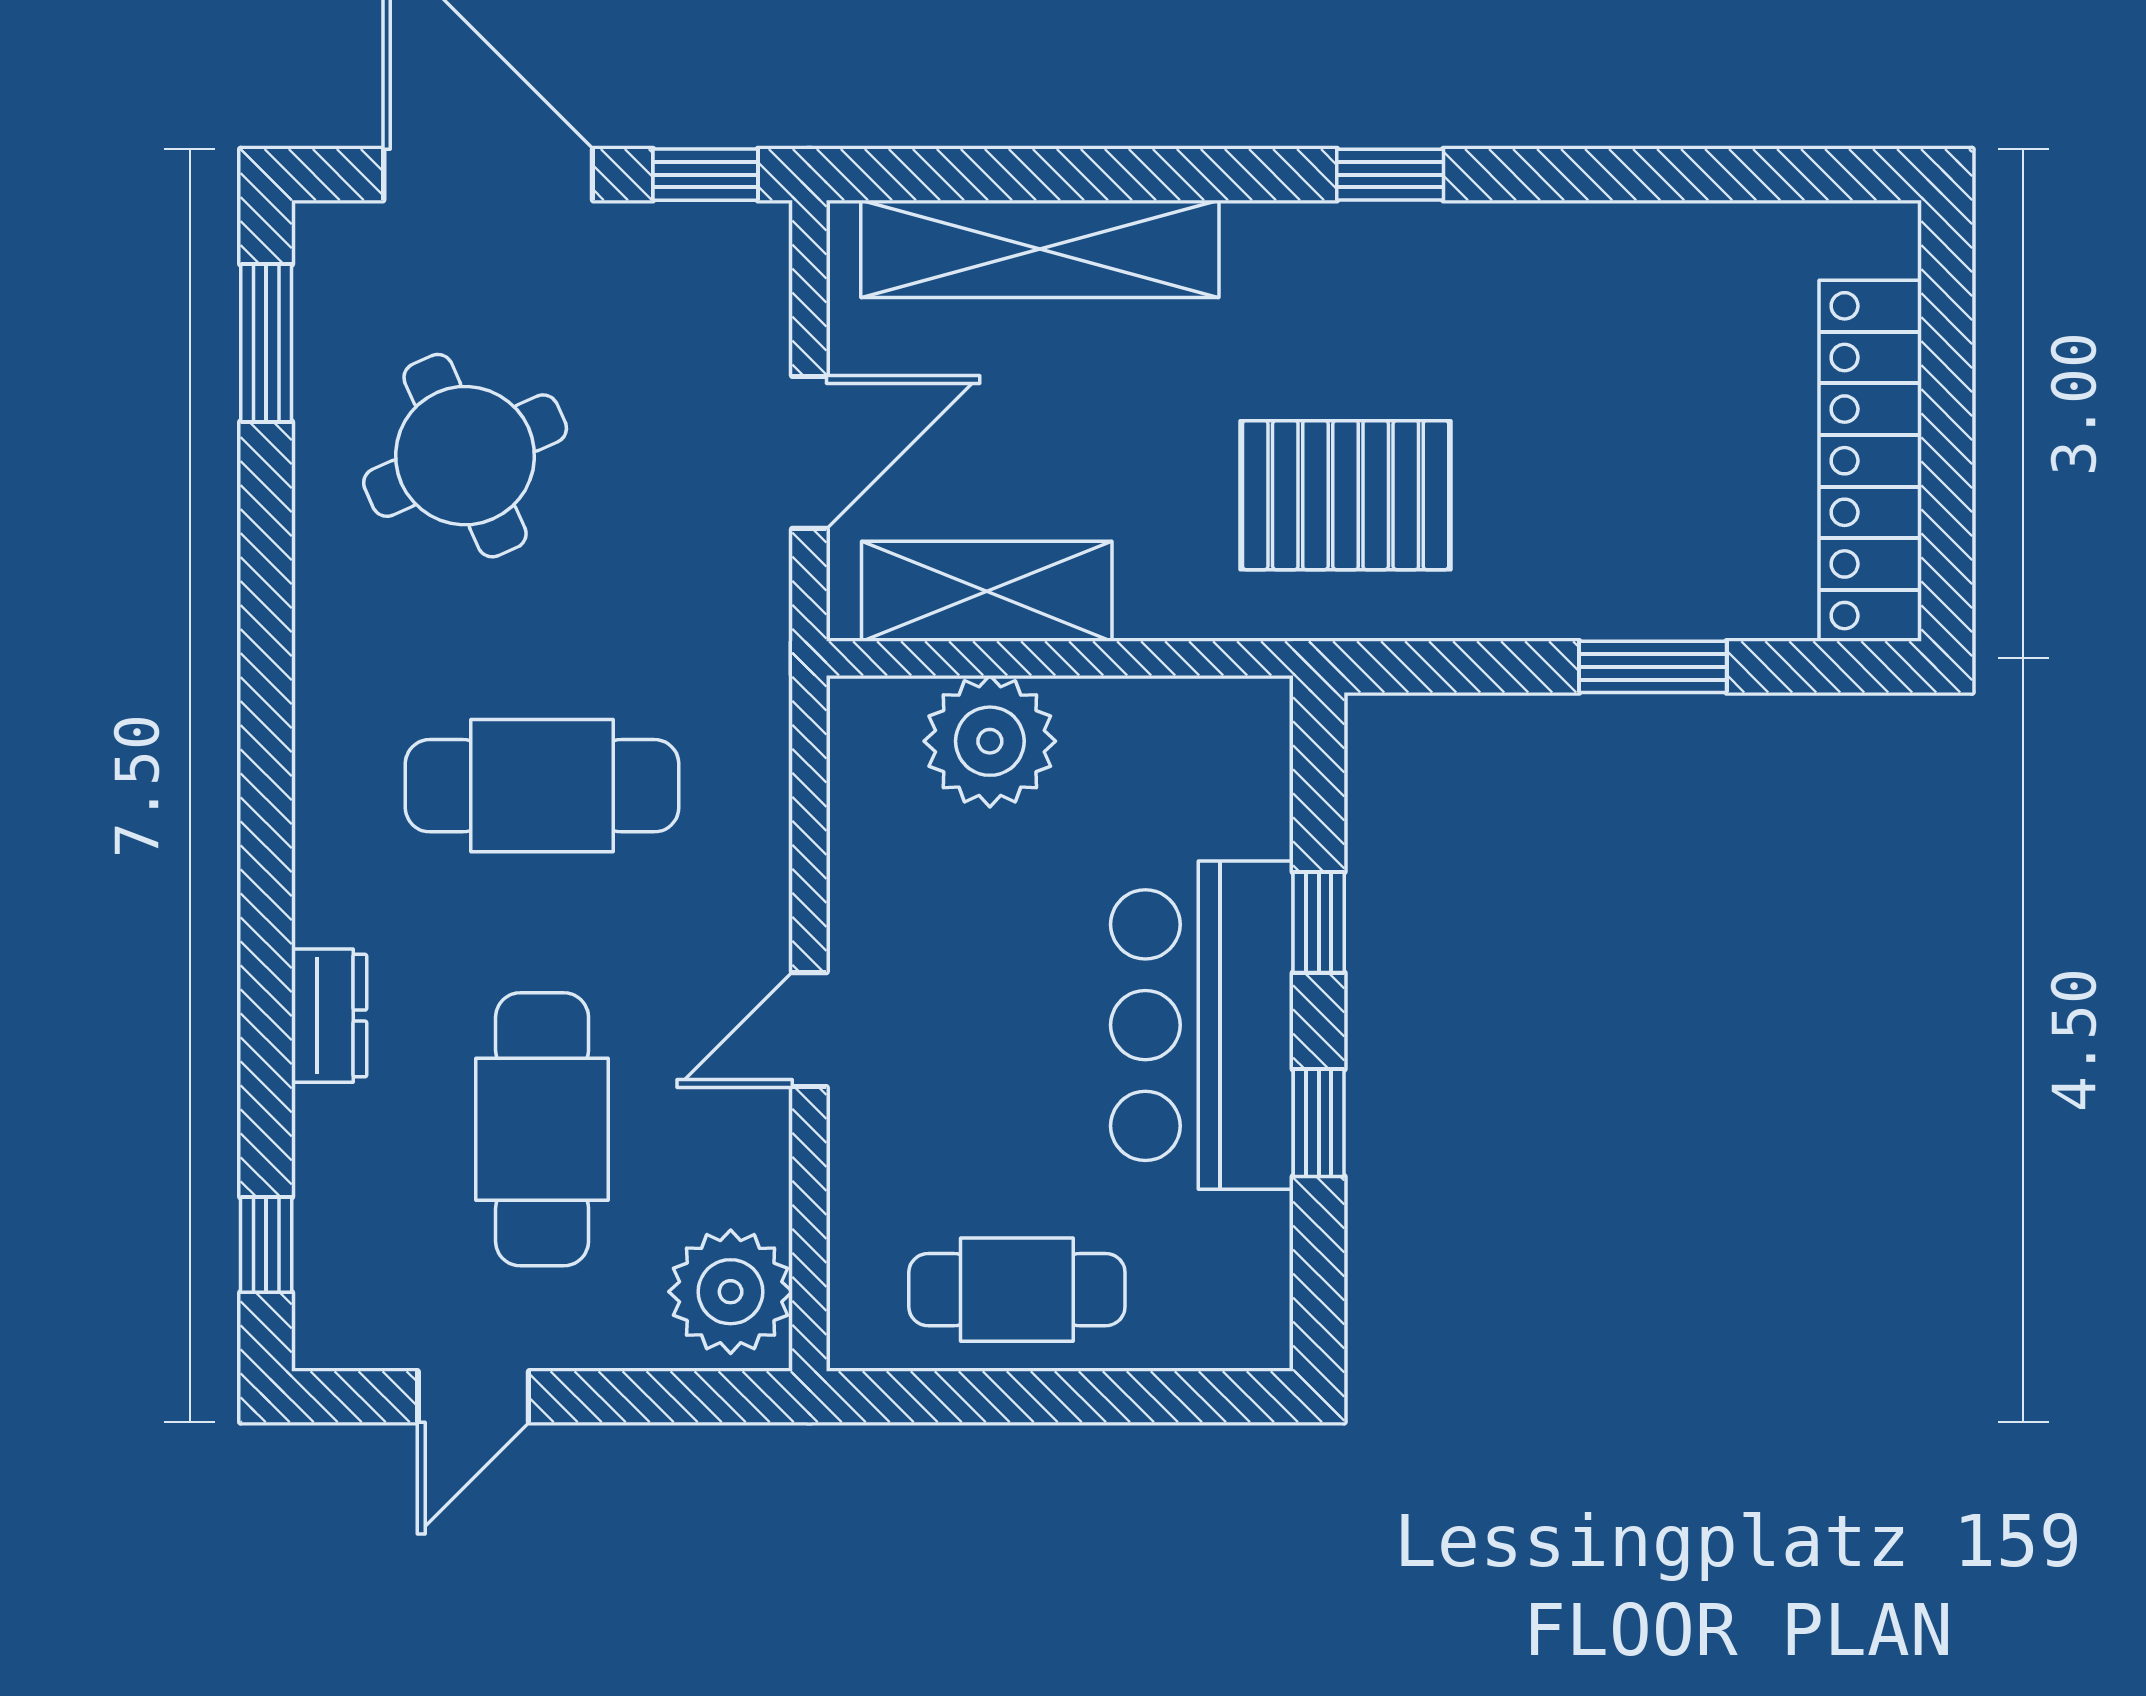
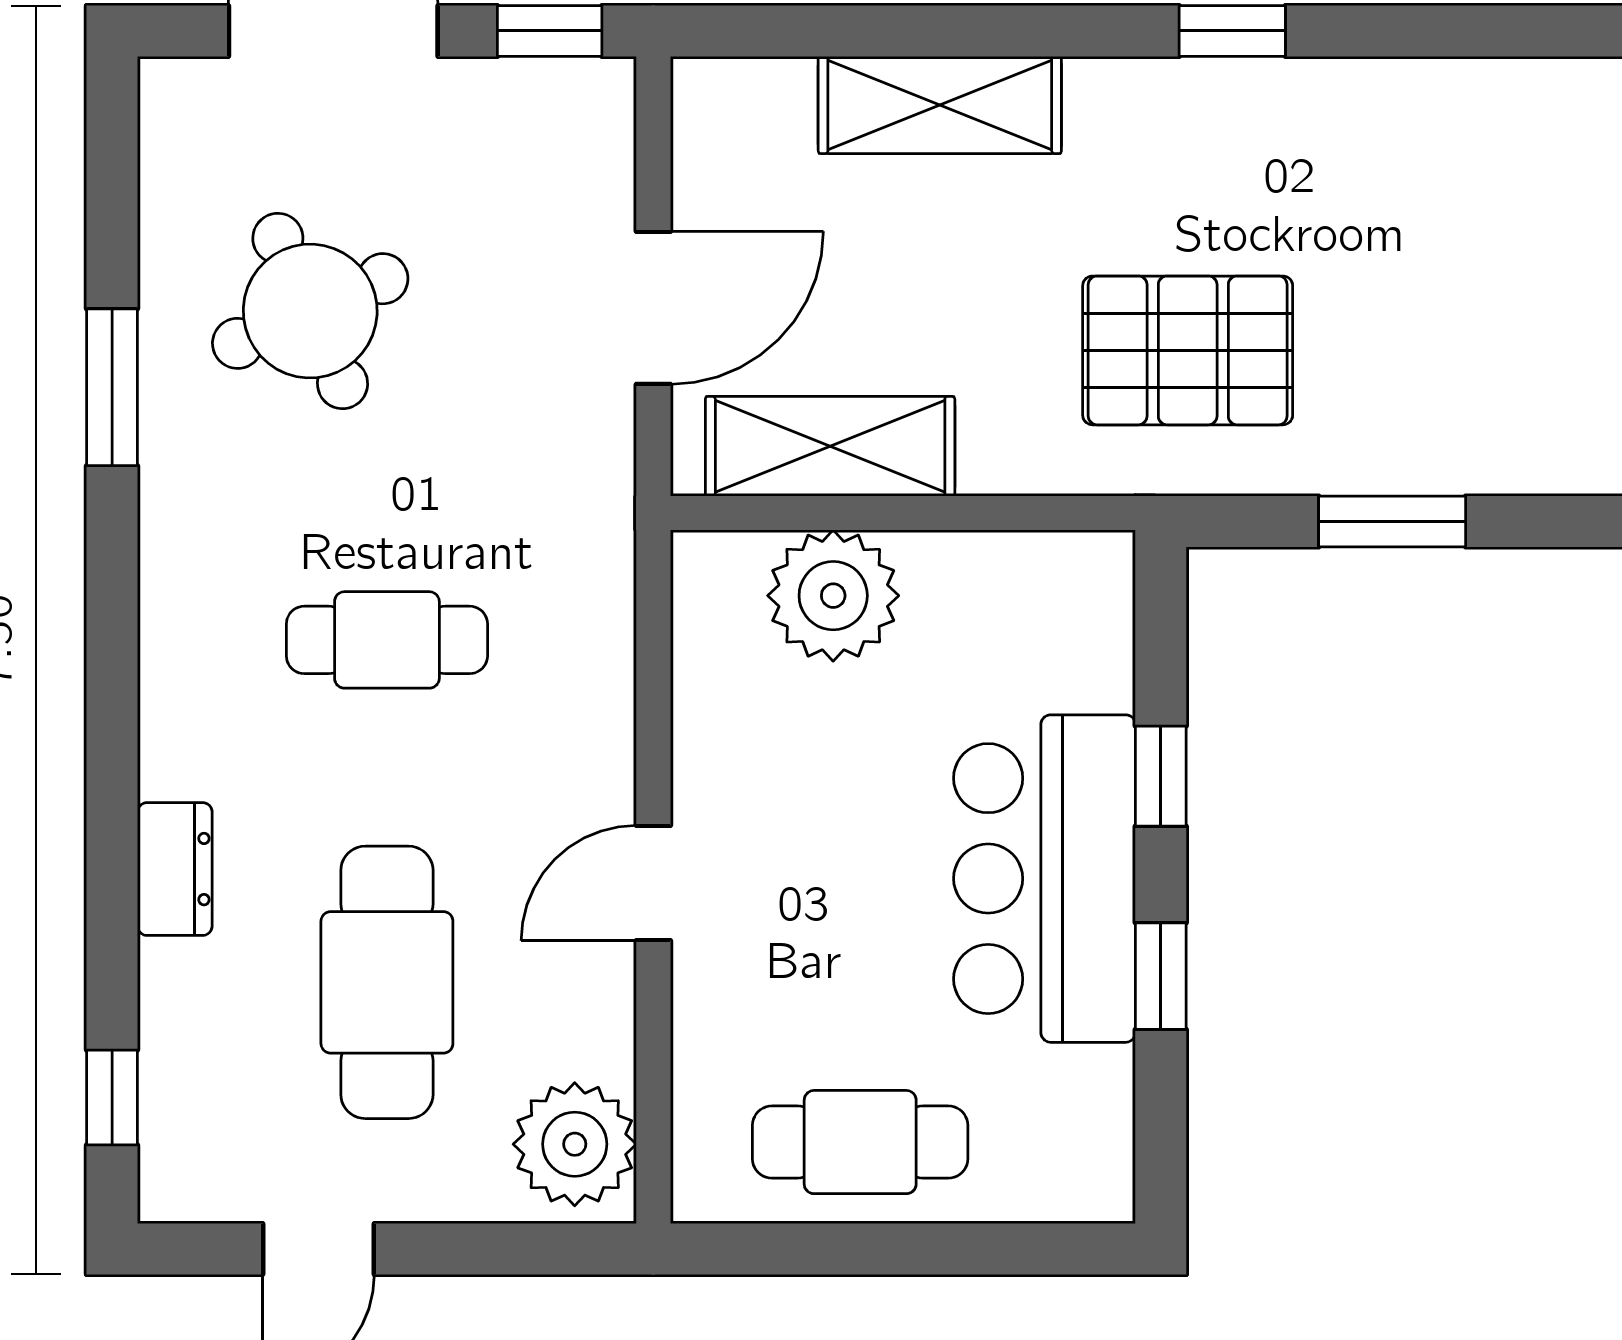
shelving: (1040, 249) -> (940, 105), width x0.68
window: (266, 343) -> (112, 387), moved
window: (1653, 667) -> (1392, 522), moved
cafe table: (542, 786) -> (387, 640), width x0.73, depth x0.74

